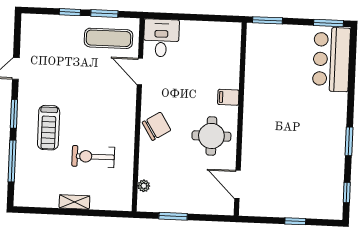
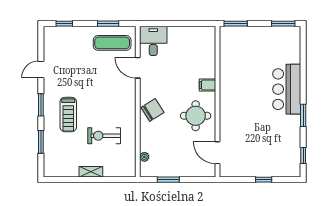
window: (70, 12) -> (64, 24), moved
bar counter: (331, 59) -> (287, 89), moved
window: (12, 161) -> (41, 142), width x0.69

